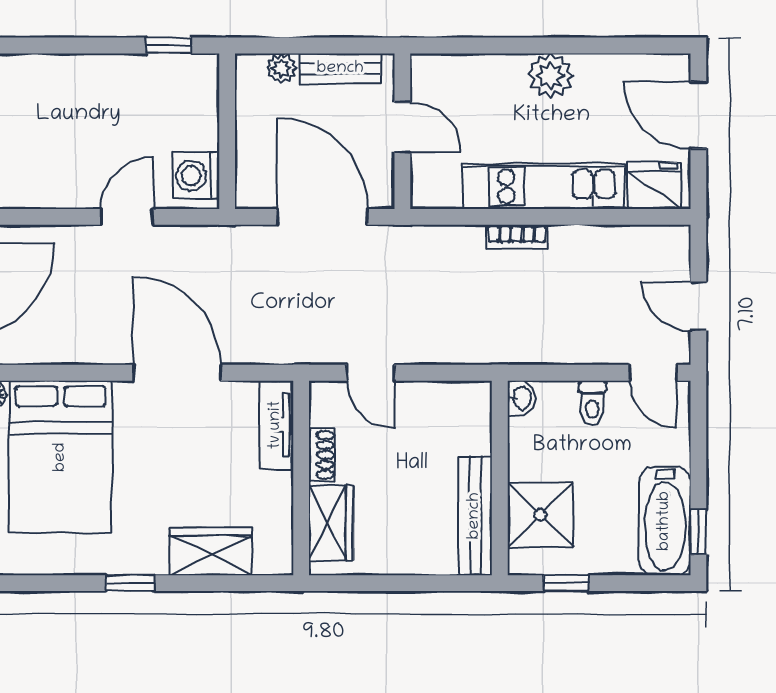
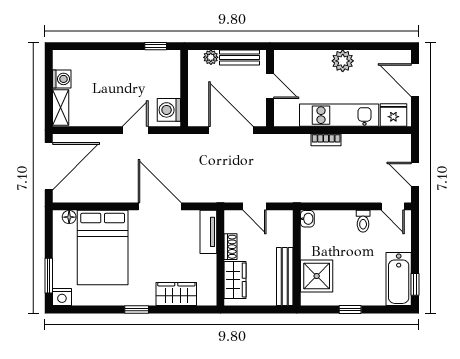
washbasin: (521, 398) -> (307, 219), moved
wall: (500, 478) -> (297, 258), moved
shower: (540, 515) -> (317, 276), moved
bench: (475, 516) -> (285, 276), moved

